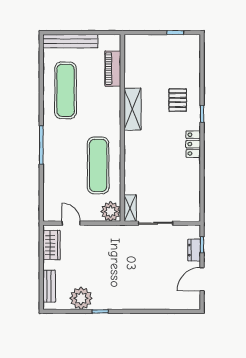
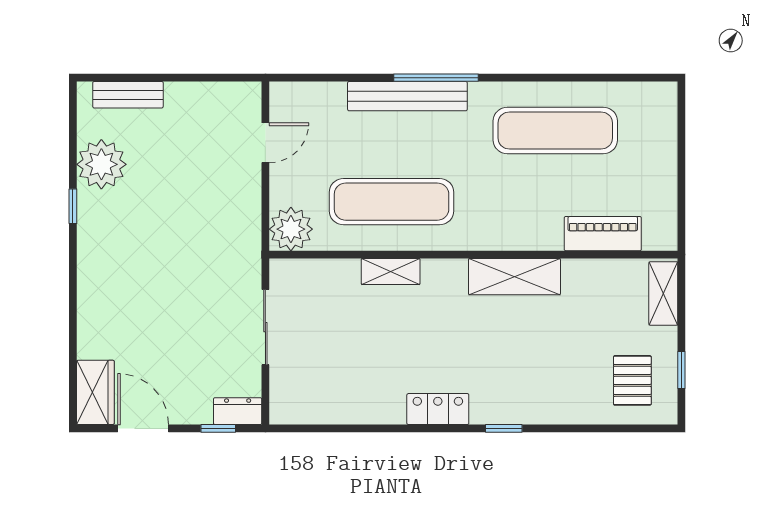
bench: (70, 41) -> (407, 96), moved, turned 90
shelving: (140, 41) -> (663, 293), added
pallet: (178, 100) -> (632, 380), moved, turned 90
shelving: (130, 208) -> (391, 271), moved
wardrobe: (52, 245) -> (95, 392), moved, turned -90
dresser: (194, 250) -> (238, 411), moved

